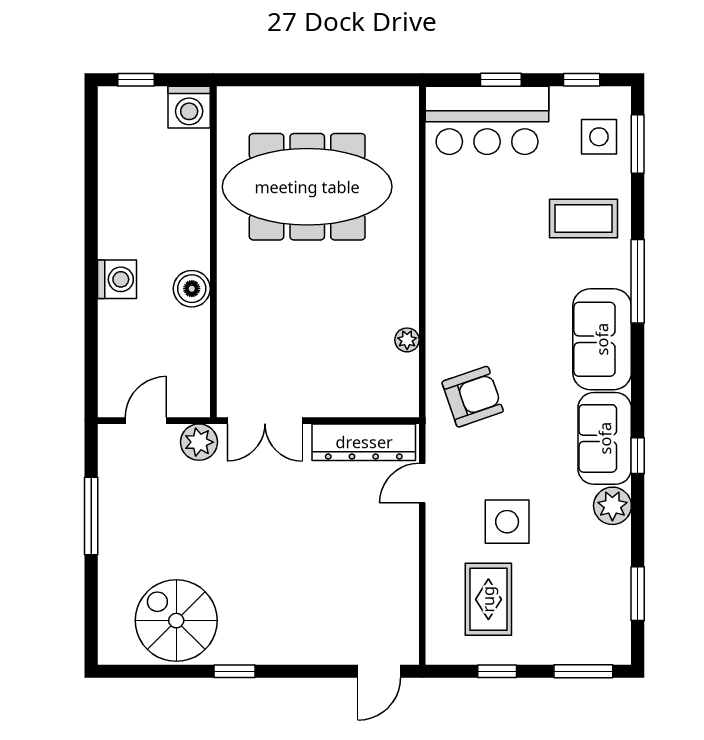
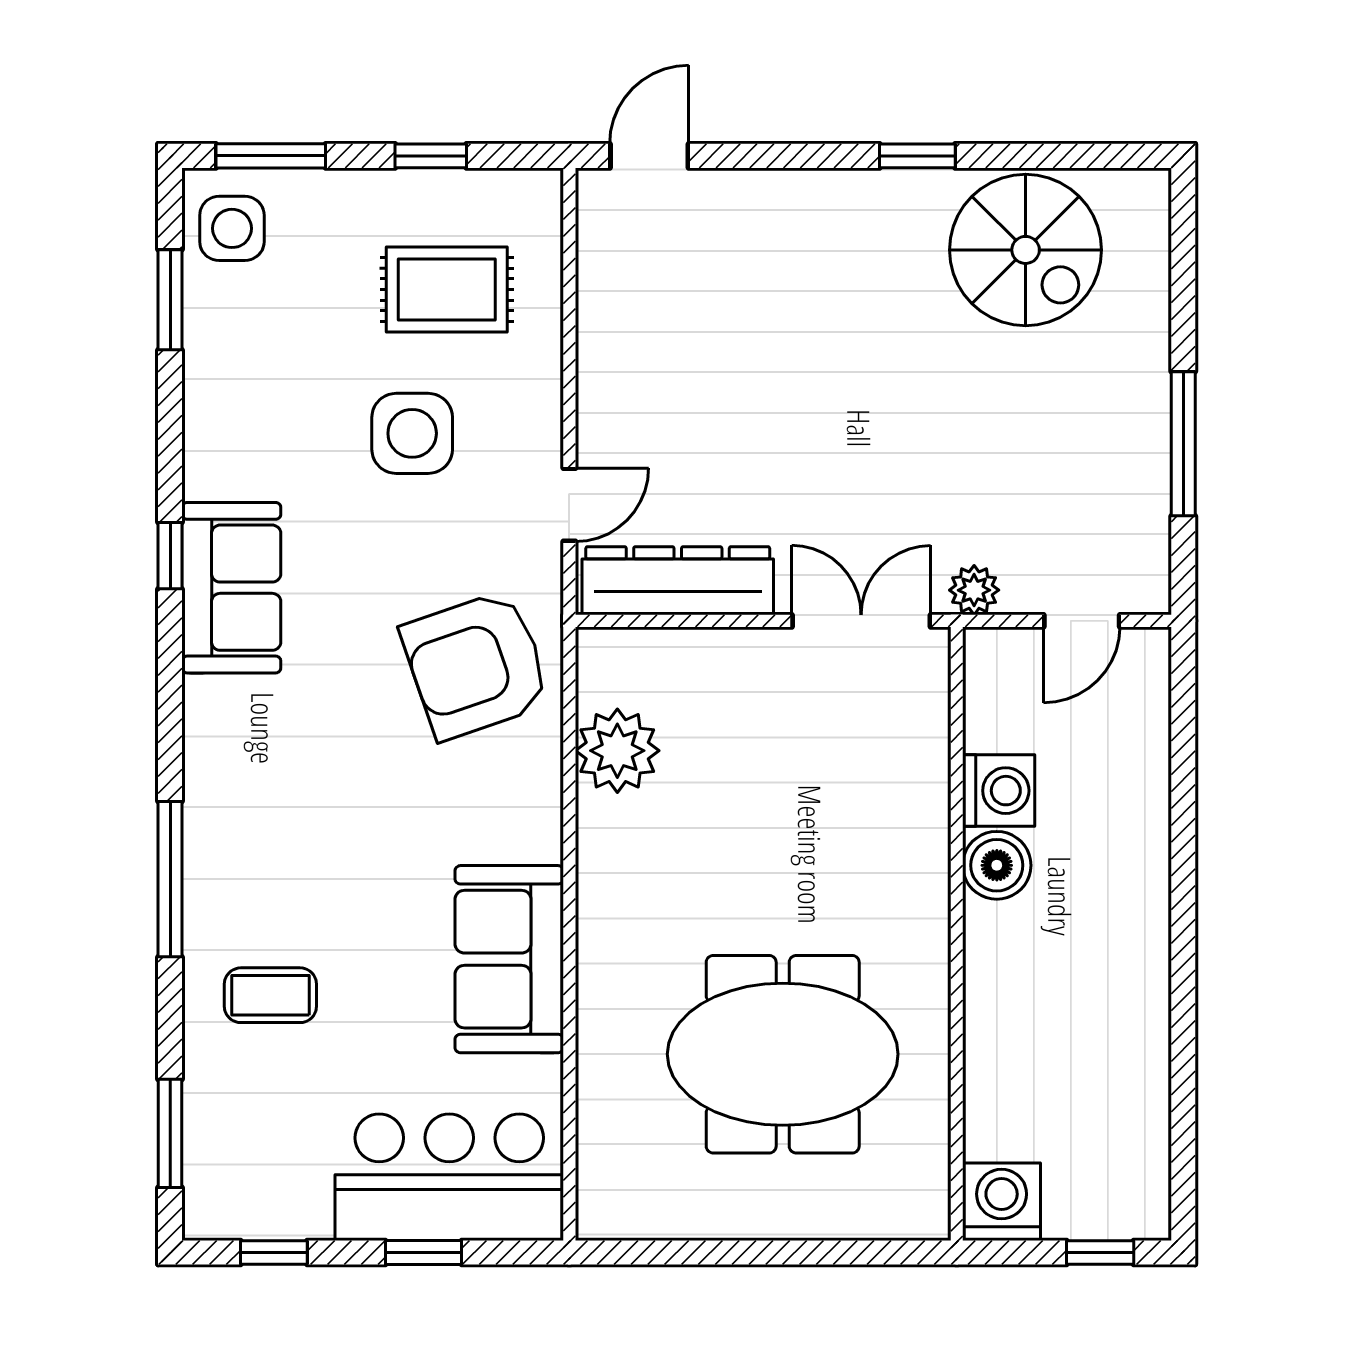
side table: (599, 137) -> (232, 228), moved
meeting table: (307, 187) -> (783, 1054), width x0.73
coffee table: (584, 219) -> (270, 995), width x0.73, depth x0.77
washing machine: (117, 279) -> (999, 791), moved, turned 180
sofa: (602, 339) -> (509, 959), moved, turned 180
plant: (407, 340) -> (617, 751), width x1.88, depth x1.88
armchair: (473, 397) -> (476, 665), width x1.36, depth x1.36
plant: (199, 442) -> (974, 590), width x0.73, depth x0.73
plant: (612, 506) -> (217, 463), removed
rug: (488, 599) -> (447, 289), turned 90

